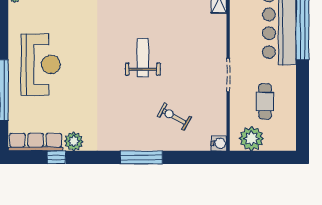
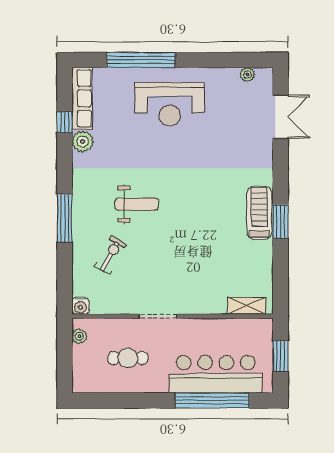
weight bench: (143, 58) -> (137, 204), moved
plant: (251, 139) -> (79, 336), width x0.53, depth x0.53

